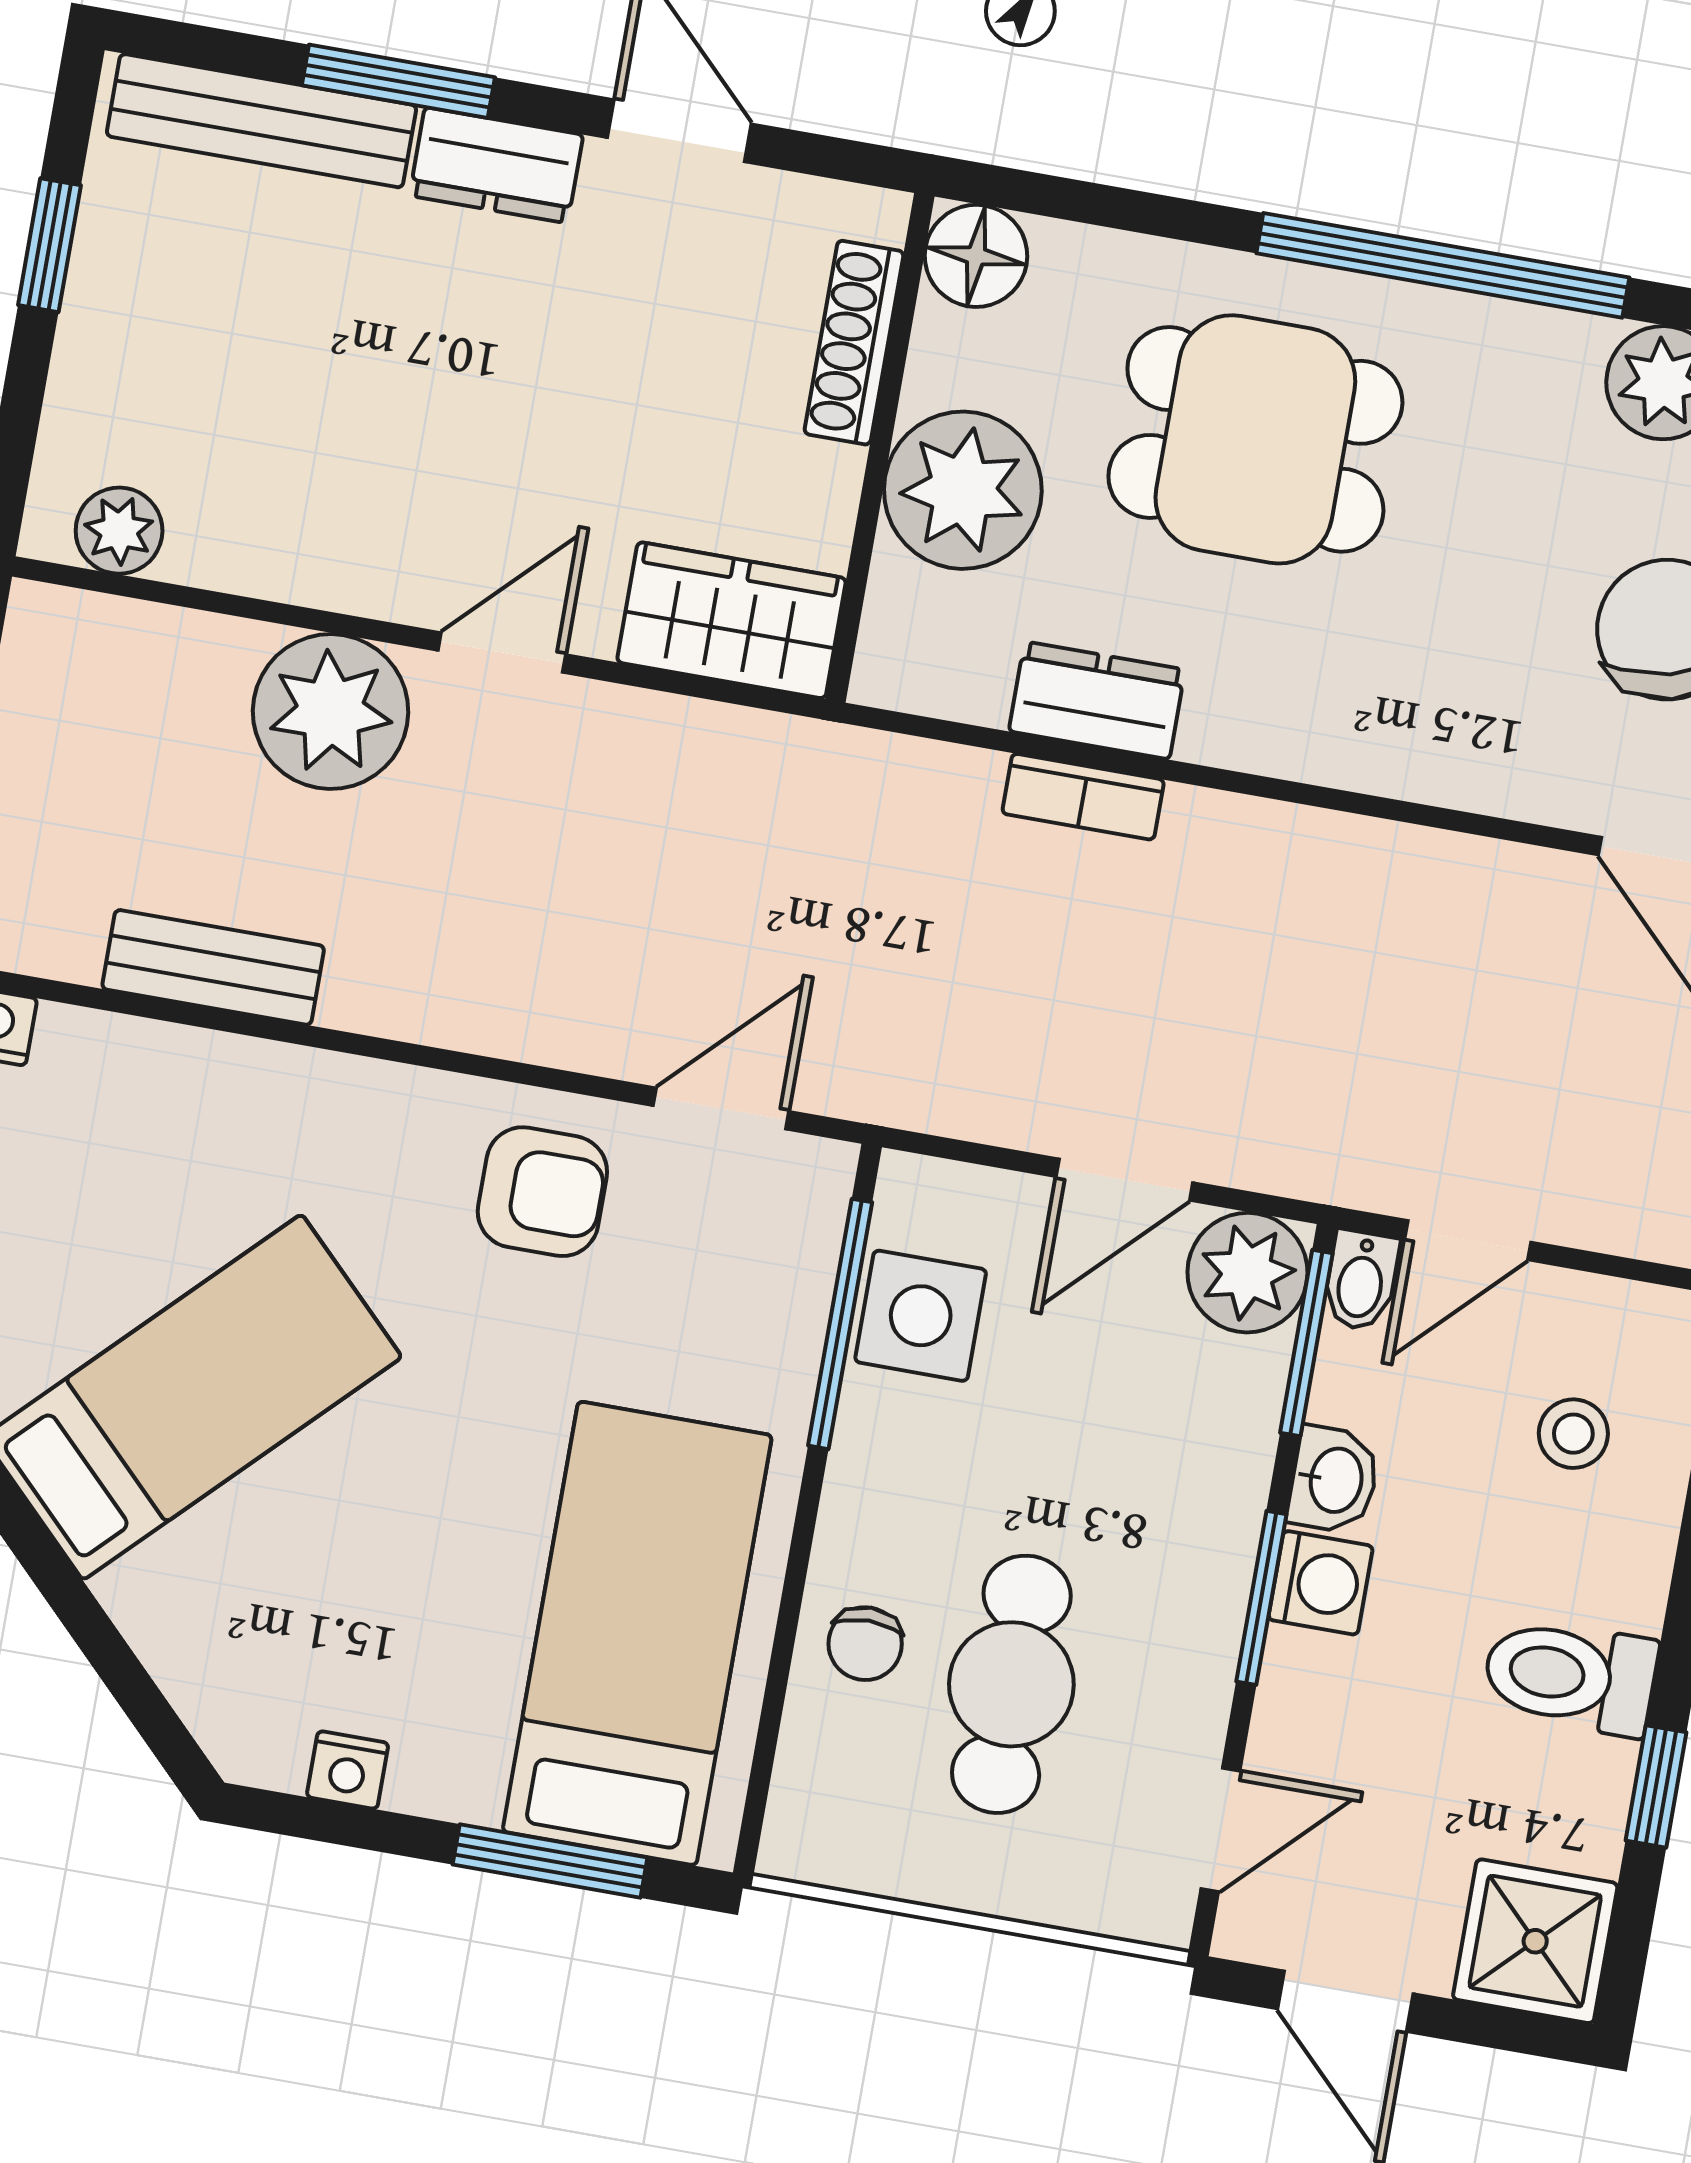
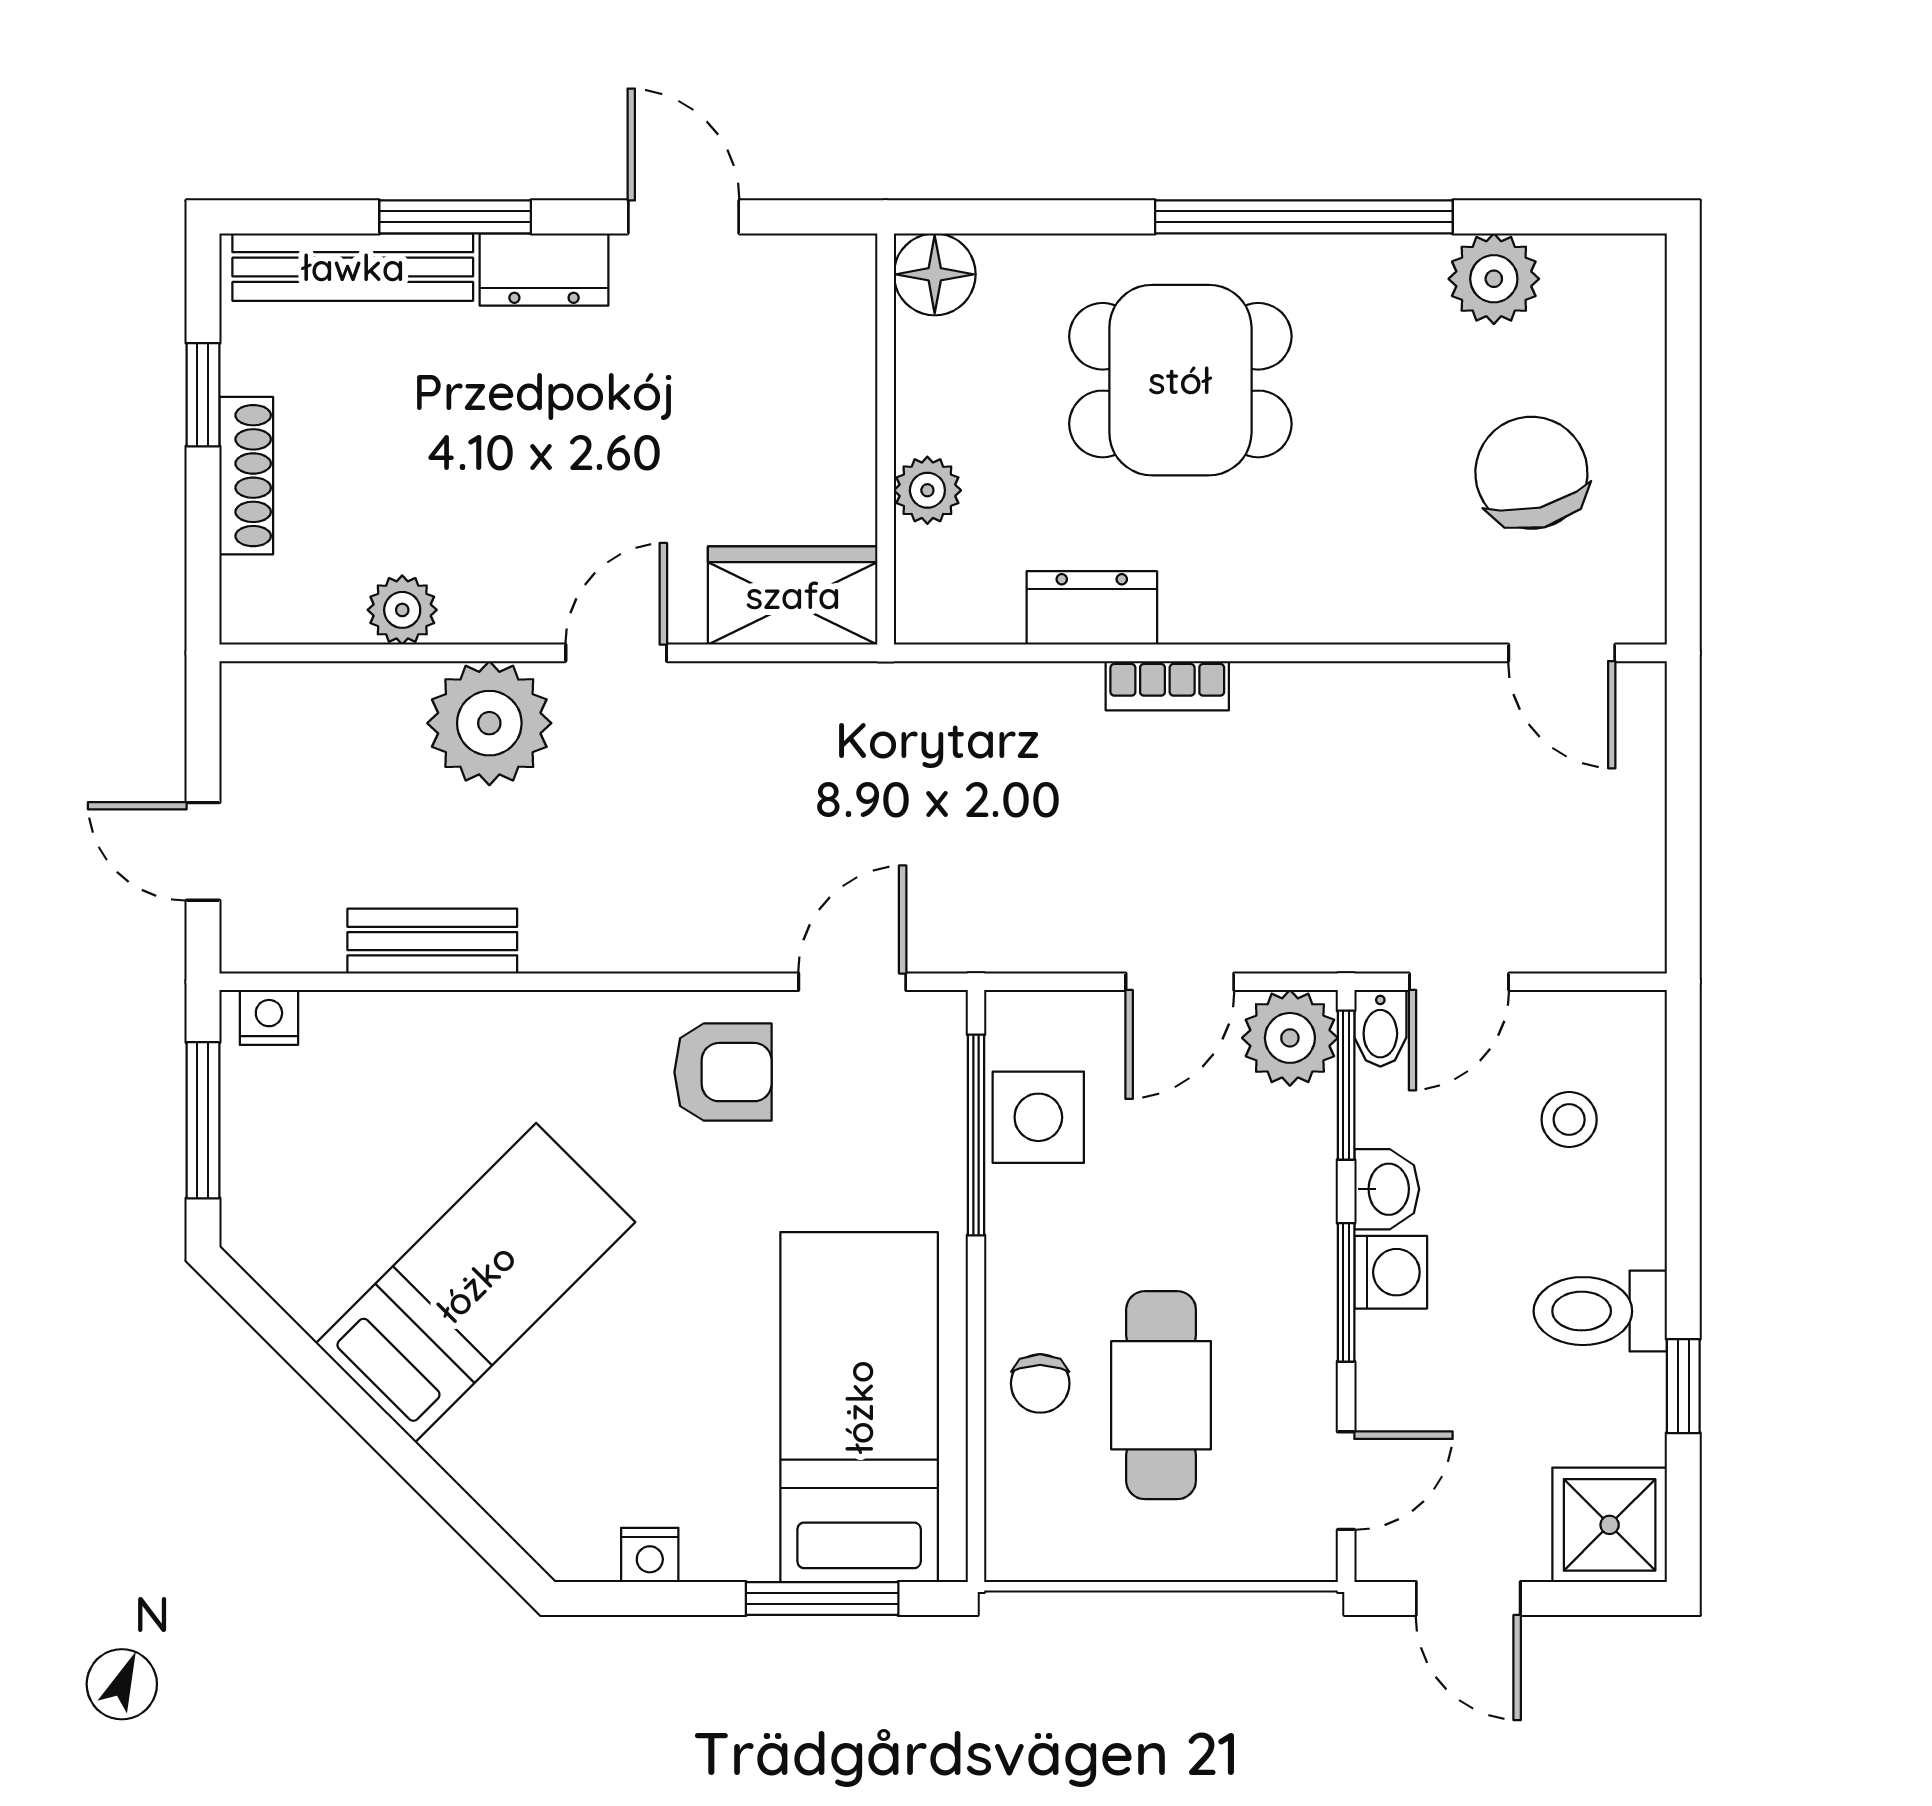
shoe rack: (854, 343) -> (246, 476), moved, turned 180
plant: (963, 490) -> (927, 490), width x0.53, depth x0.53
plant: (119, 531) -> (402, 610), moved
bookcase: (1083, 797) -> (1167, 686), moved

